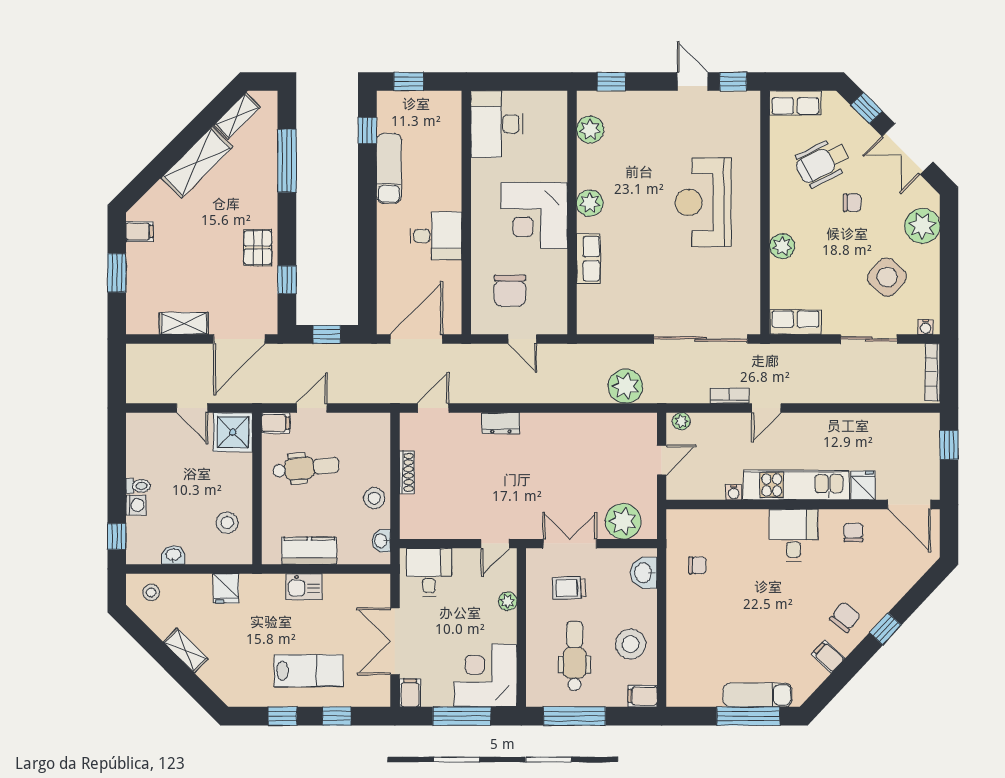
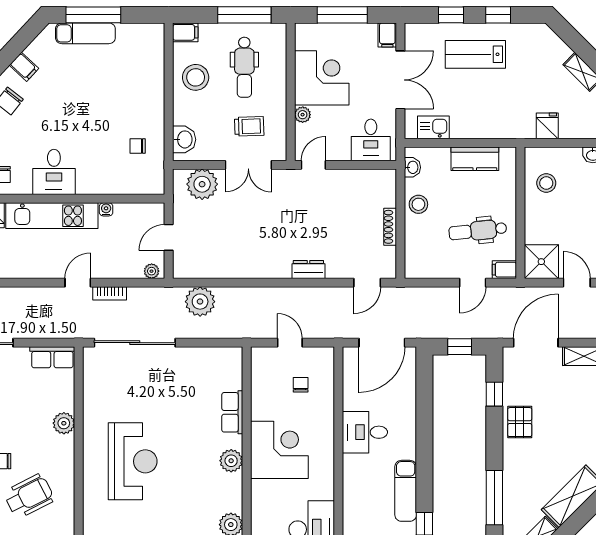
chair: (510, 290) -> (301, 385), width x0.54, depth x0.54
kitchen sink: (304, 587) -> (433, 127), moved
corner desk: (485, 676) -> (322, 78), moved, turned -90

